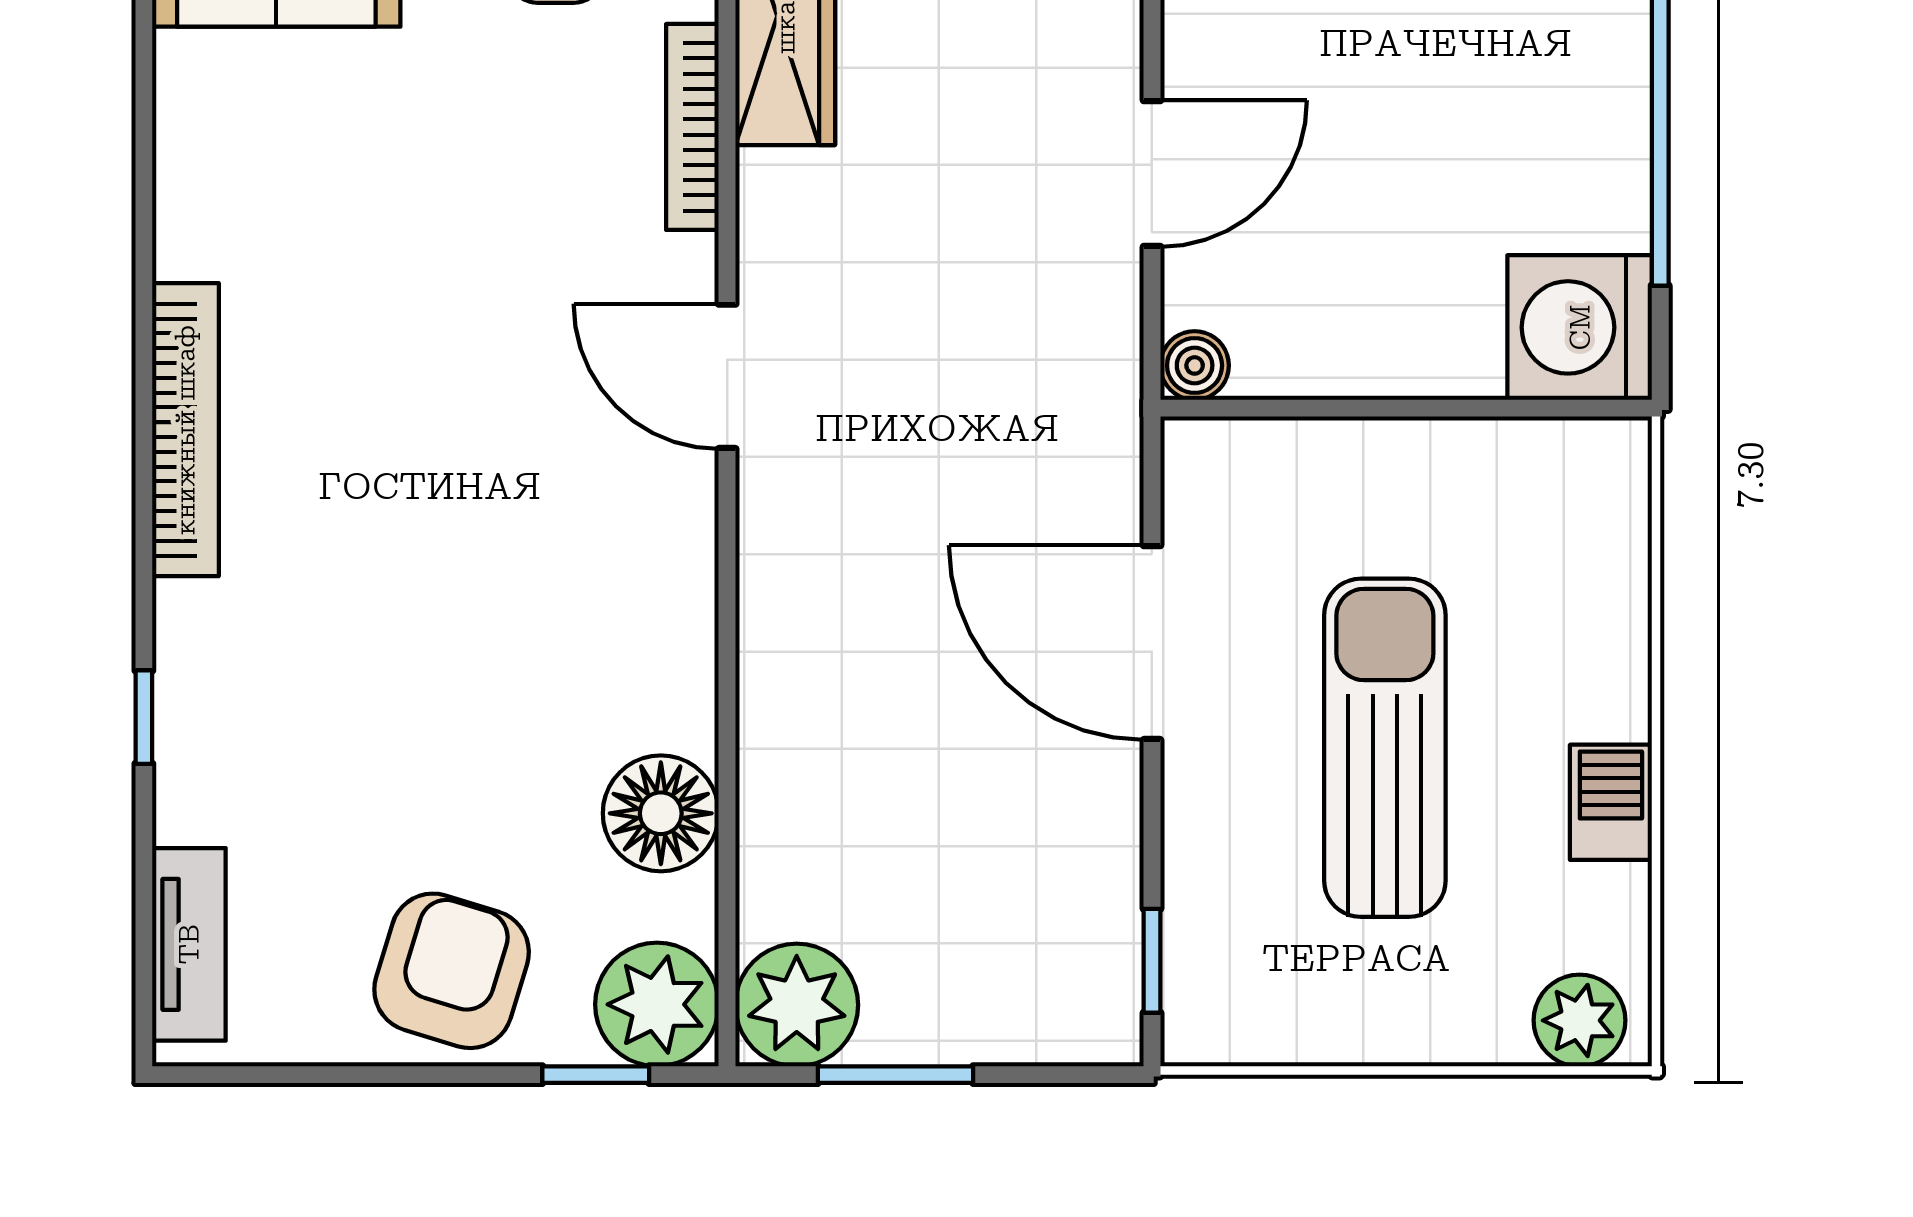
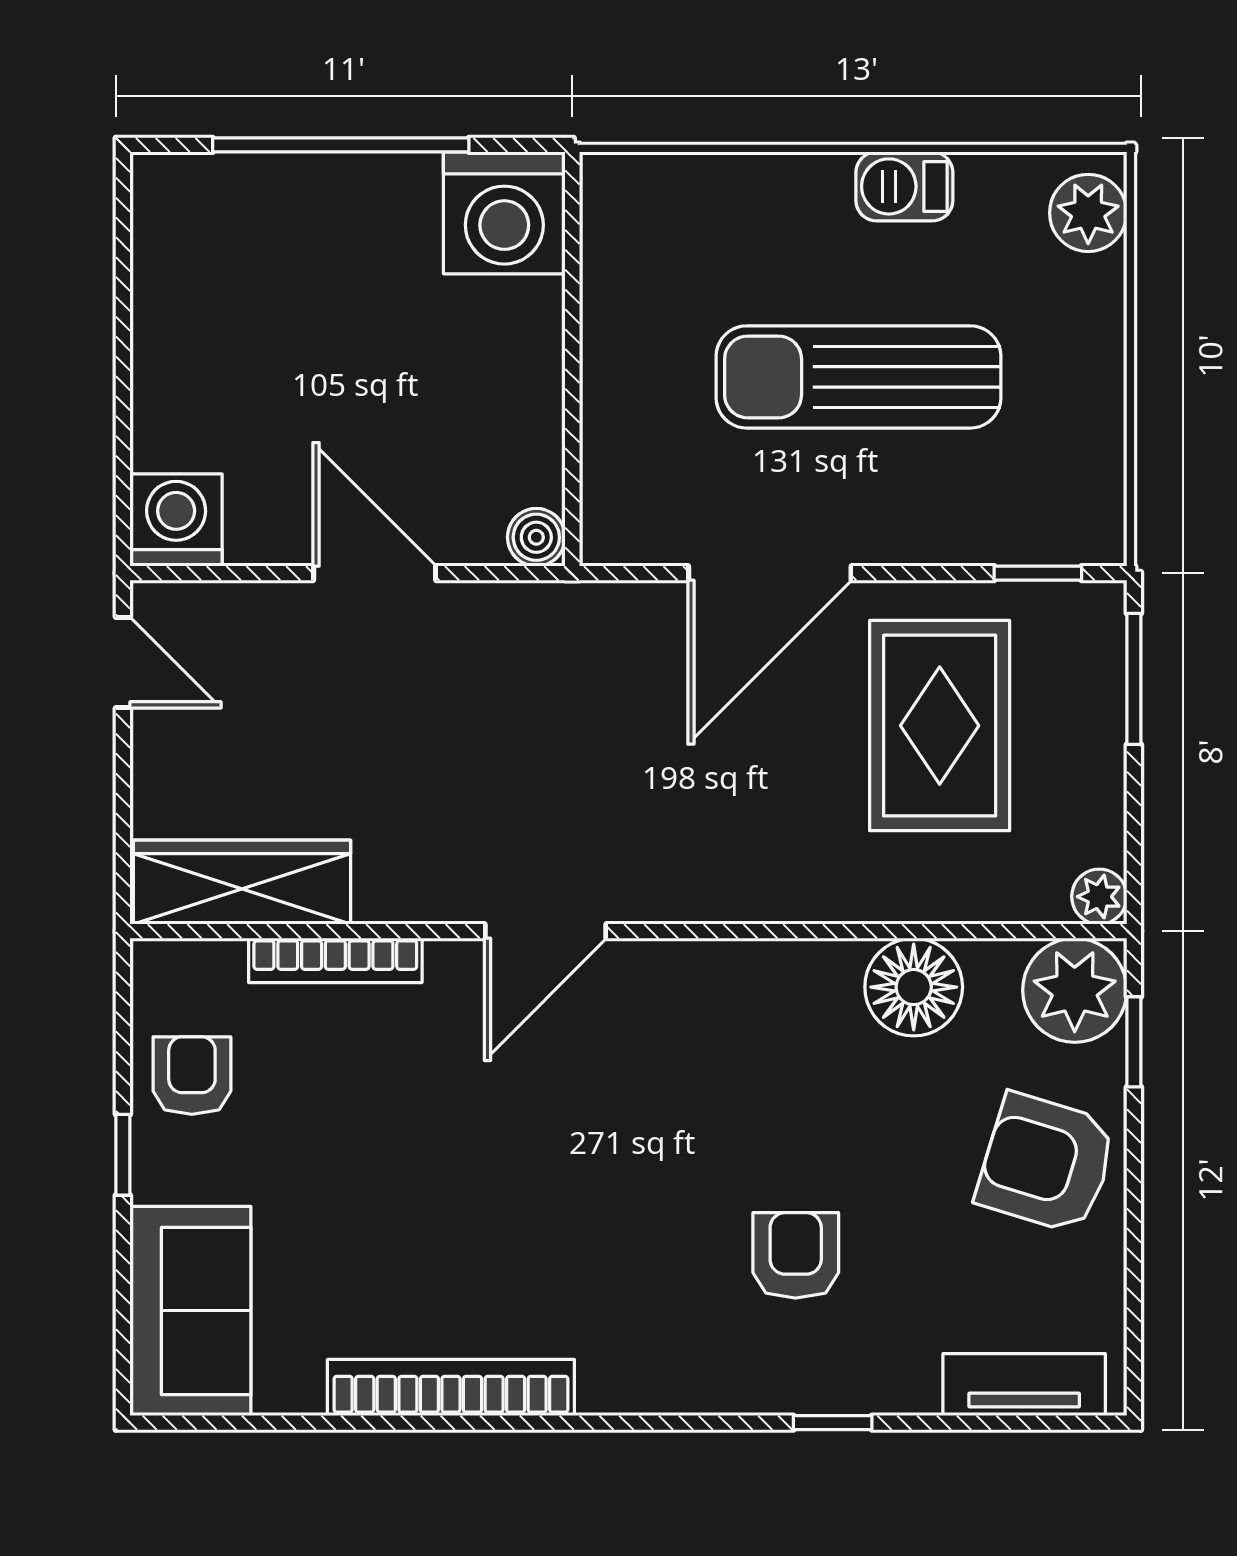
bookcase: (185, 430) -> (451, 1388), moved
armchair: (342, 673) -> (796, 1255), added
rug: (971, 844) -> (940, 726), added
plant: (797, 1005) -> (1099, 897), width x0.53, depth x0.53
window: (896, 1075) -> (1134, 679), moved

